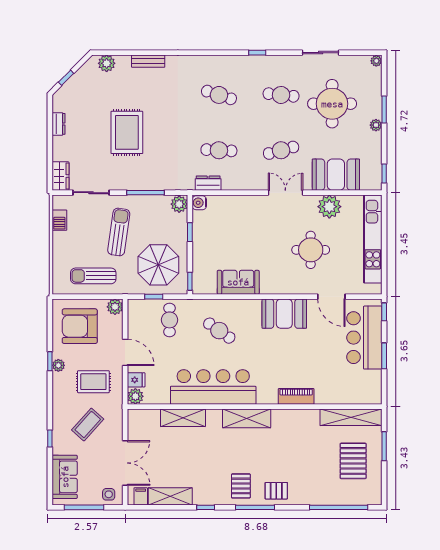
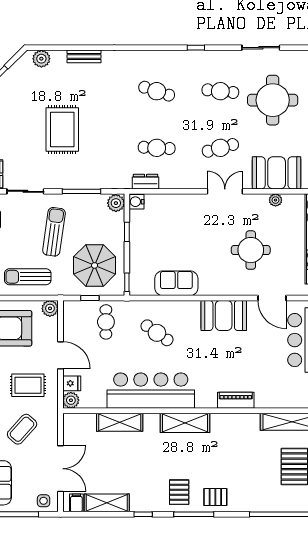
plant: (329, 207) -> (276, 200), width x0.53, depth x0.53

